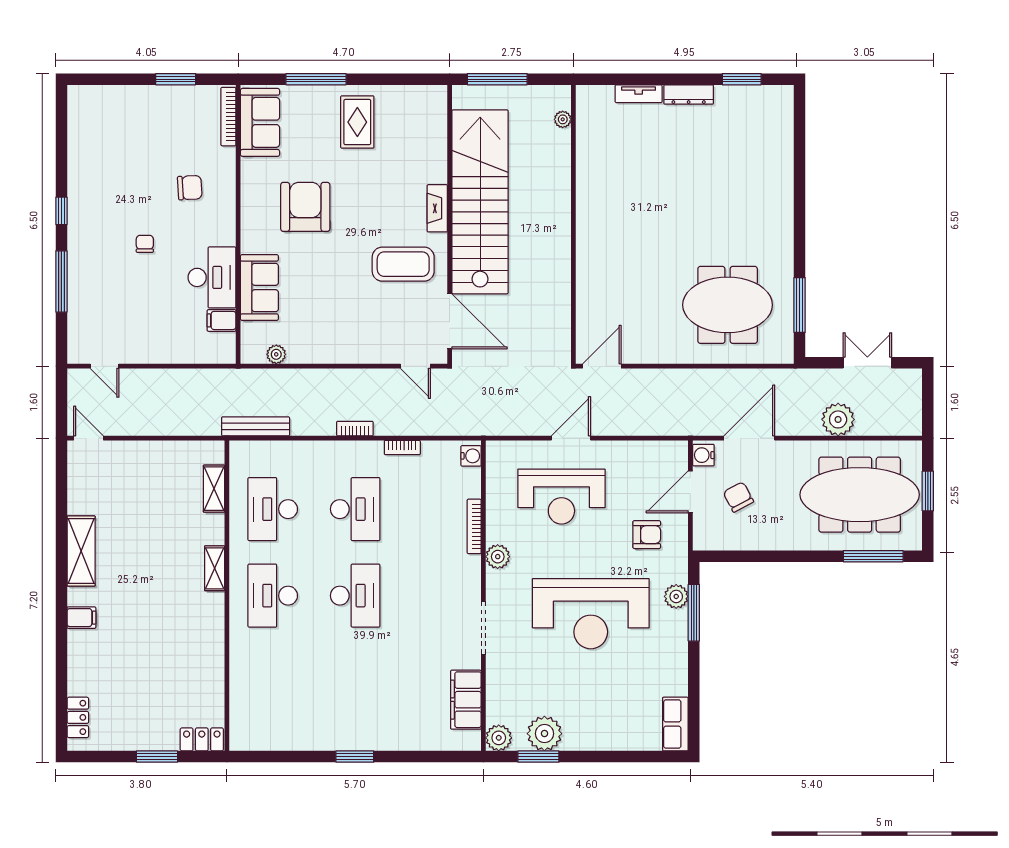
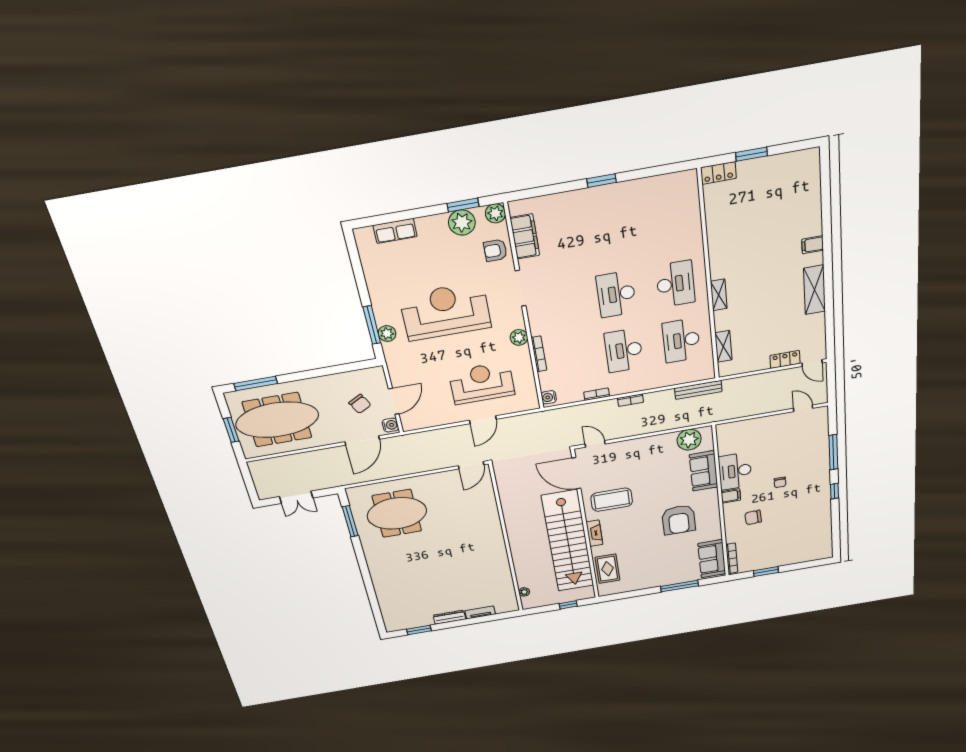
window: (497, 79) -> (568, 605), width x0.46
rug: (357, 122) -> (607, 569), moved
filing cabinet: (221, 320) -> (731, 496), moved
plant: (276, 354) -> (689, 440), width x1.88, depth x1.88
plant: (838, 419) -> (306, 462), removed
desk: (273, 509) -> (681, 340), turned 180
armchair: (647, 535) -> (495, 250), moved
locker: (78, 717) -> (785, 359), moved, turned 90
row of seats: (675, 724) -> (395, 231), moved, turned 90

